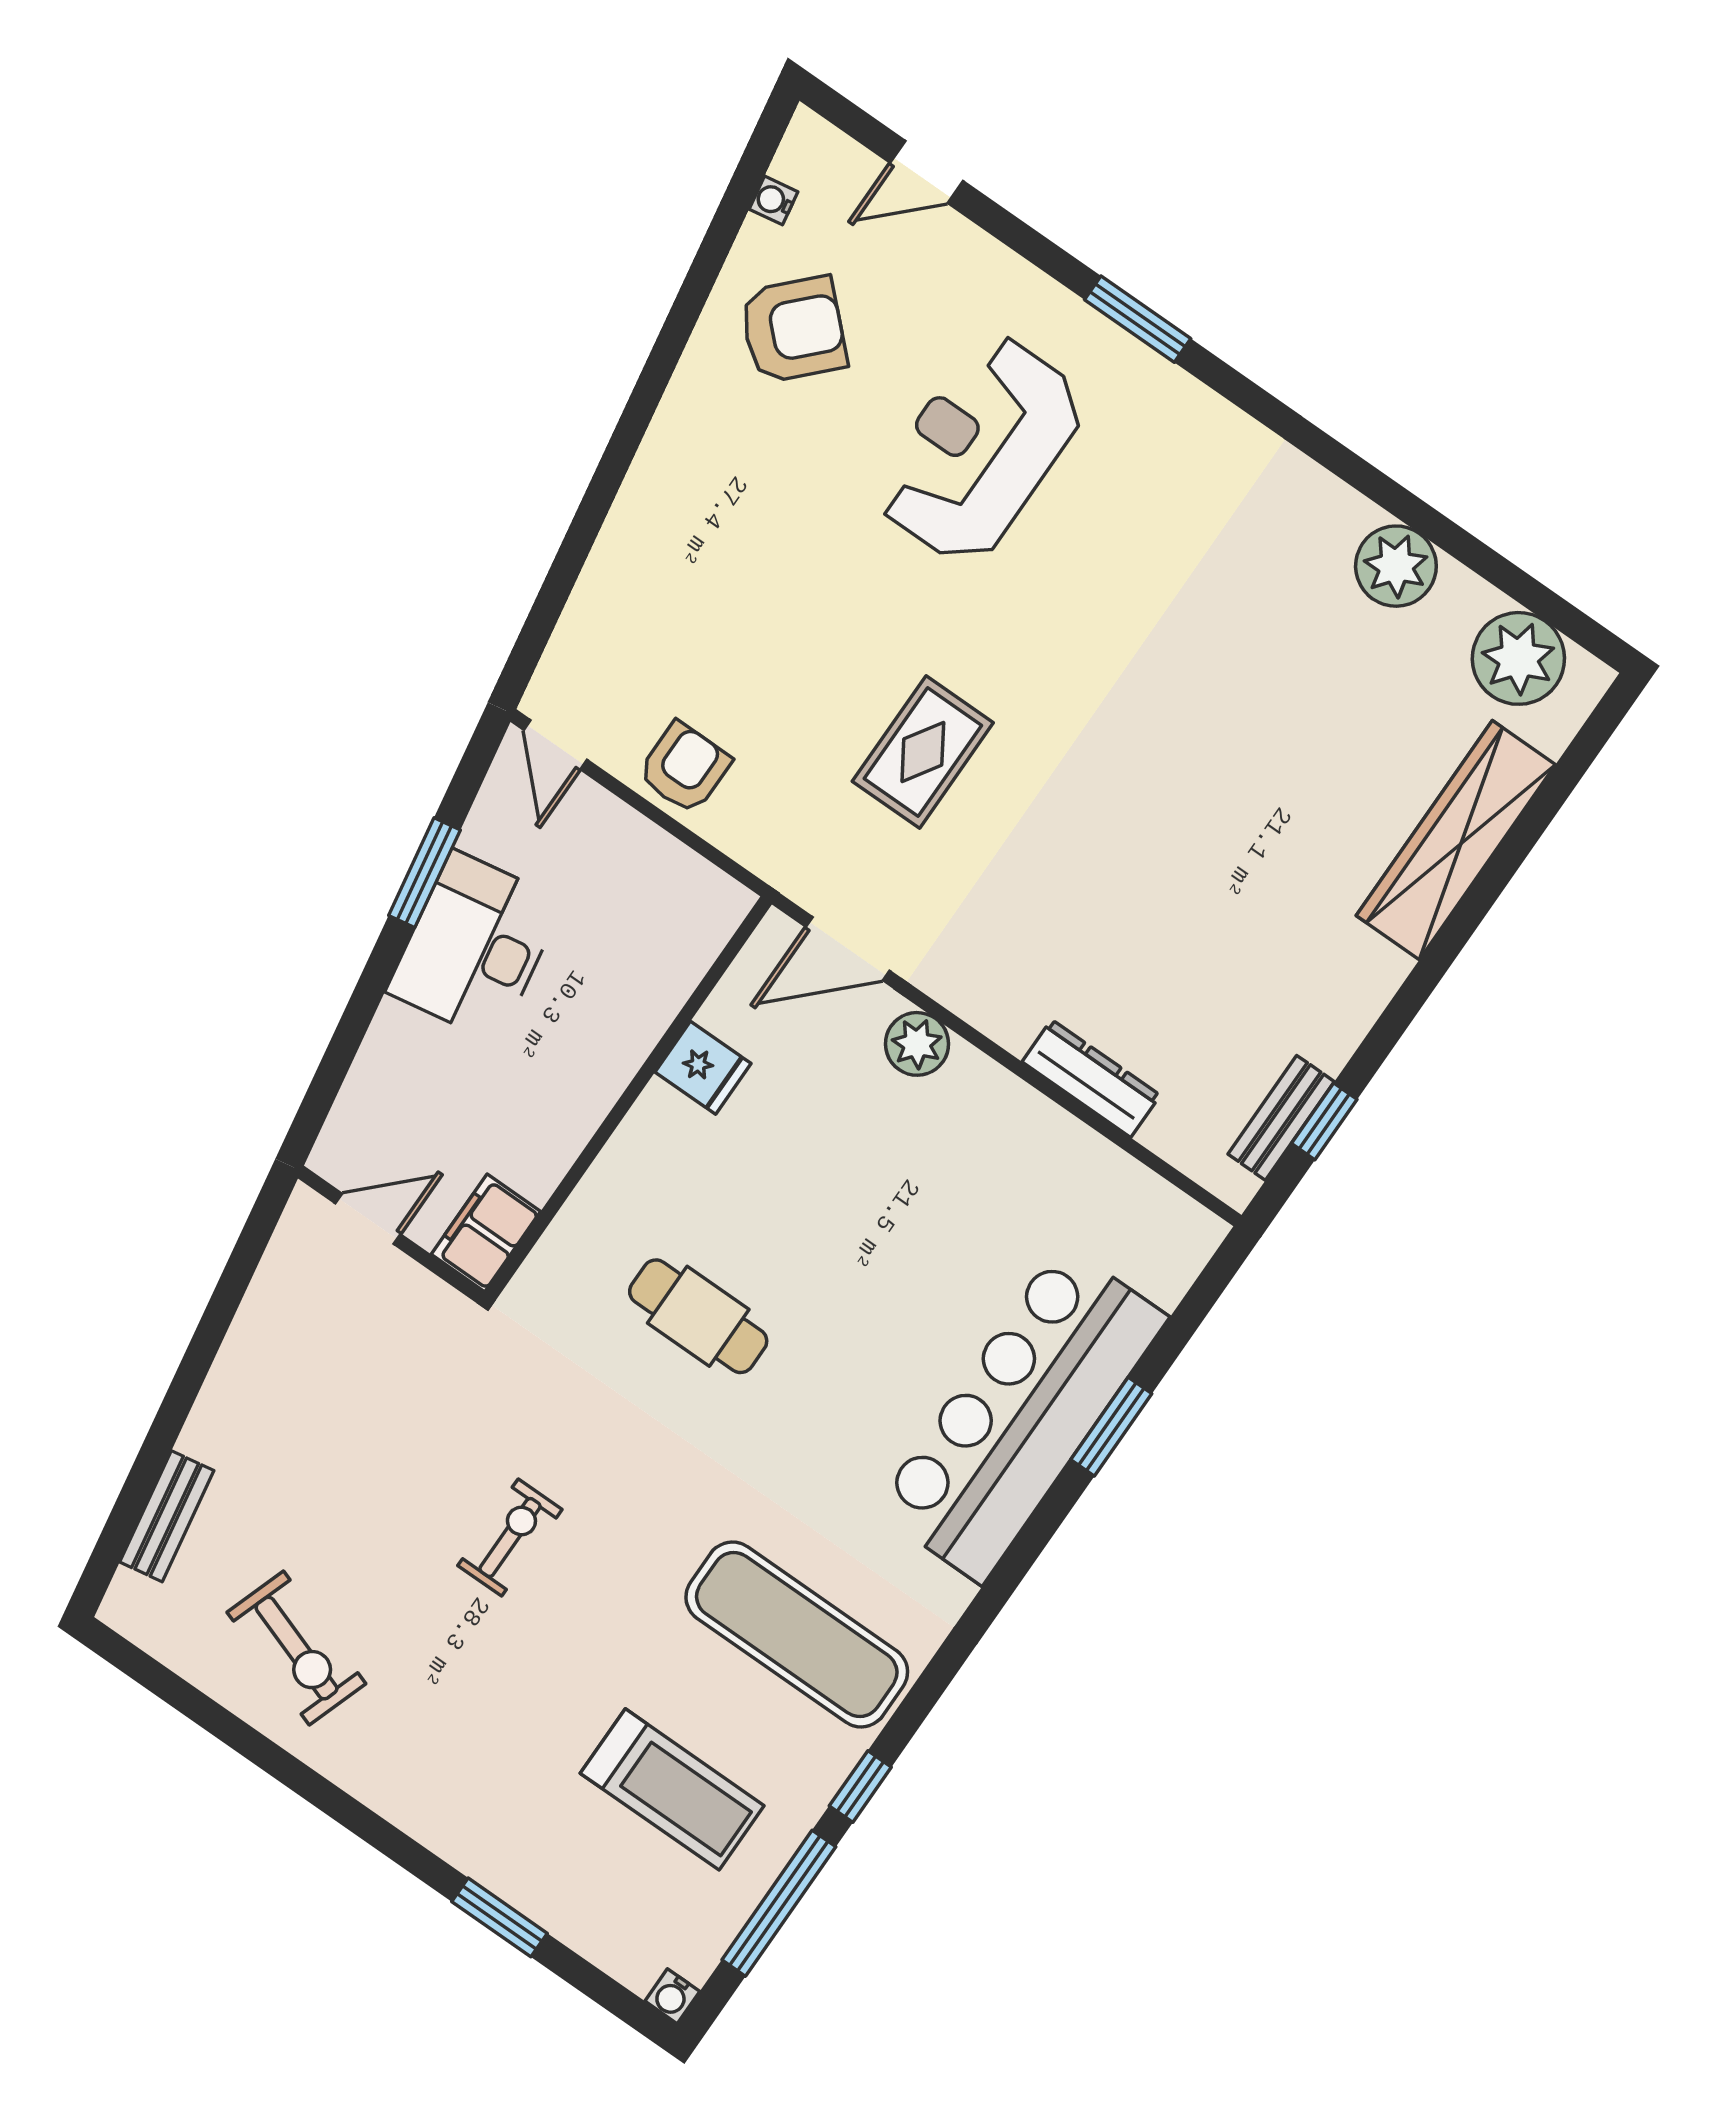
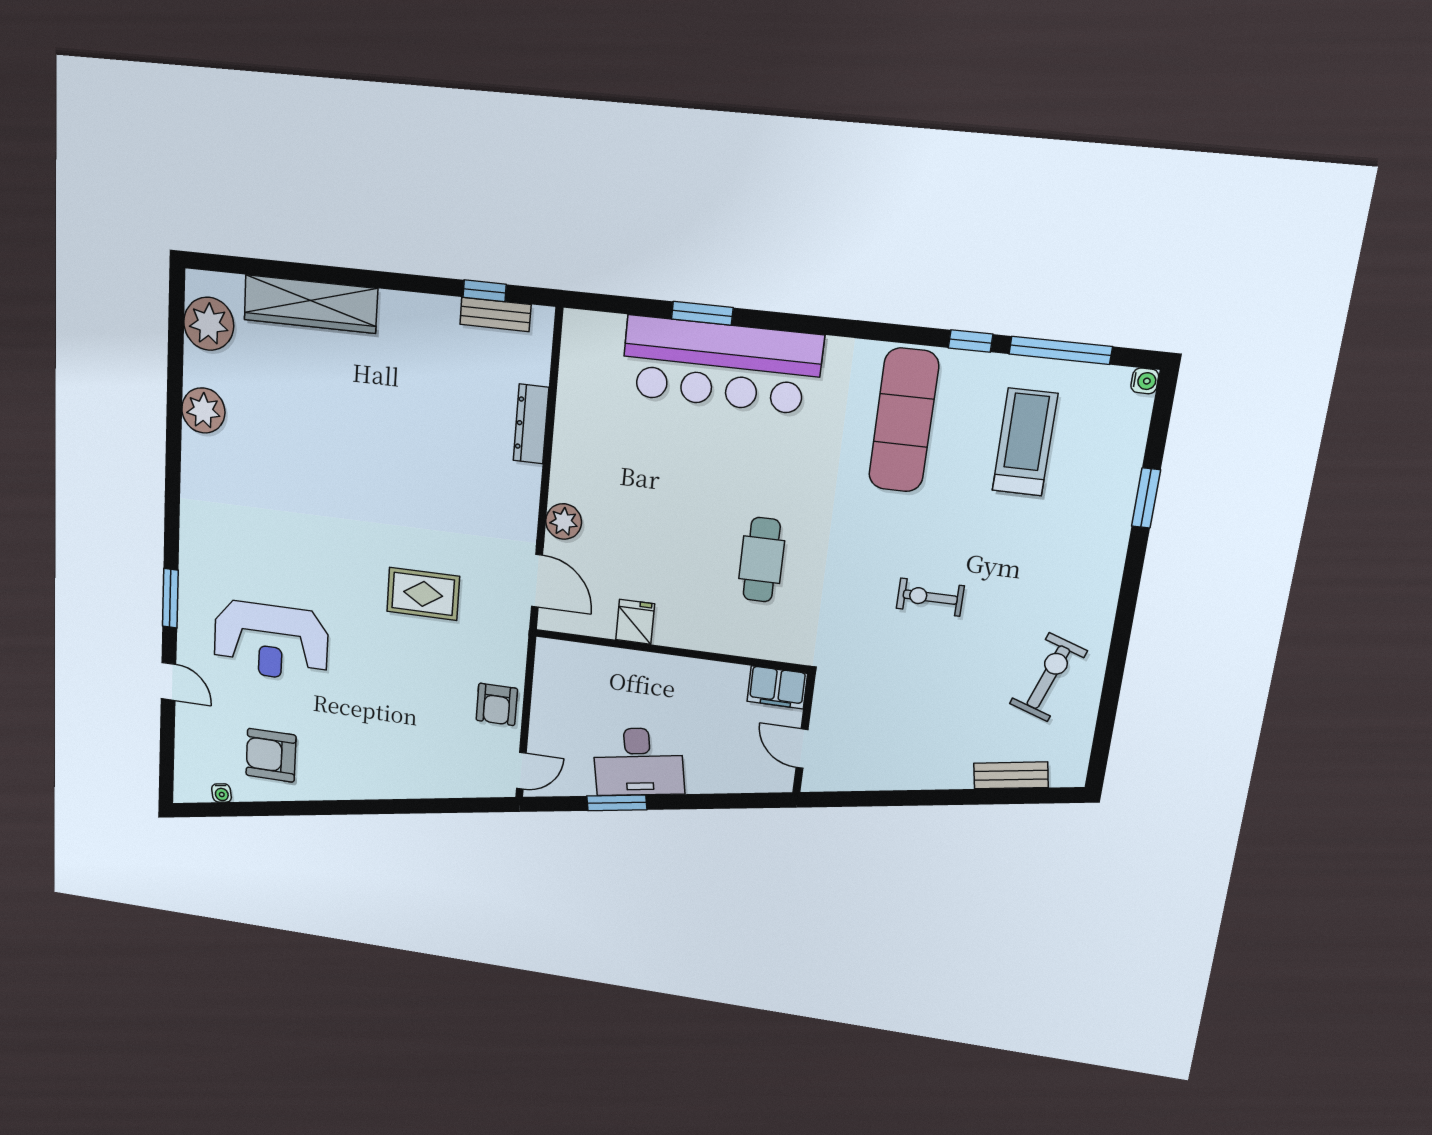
door: (927, 172) -> (169, 681), moved
armchair: (793, 330) -> (271, 755), turned -44
armchair: (684, 768) -> (497, 704), turned -90

